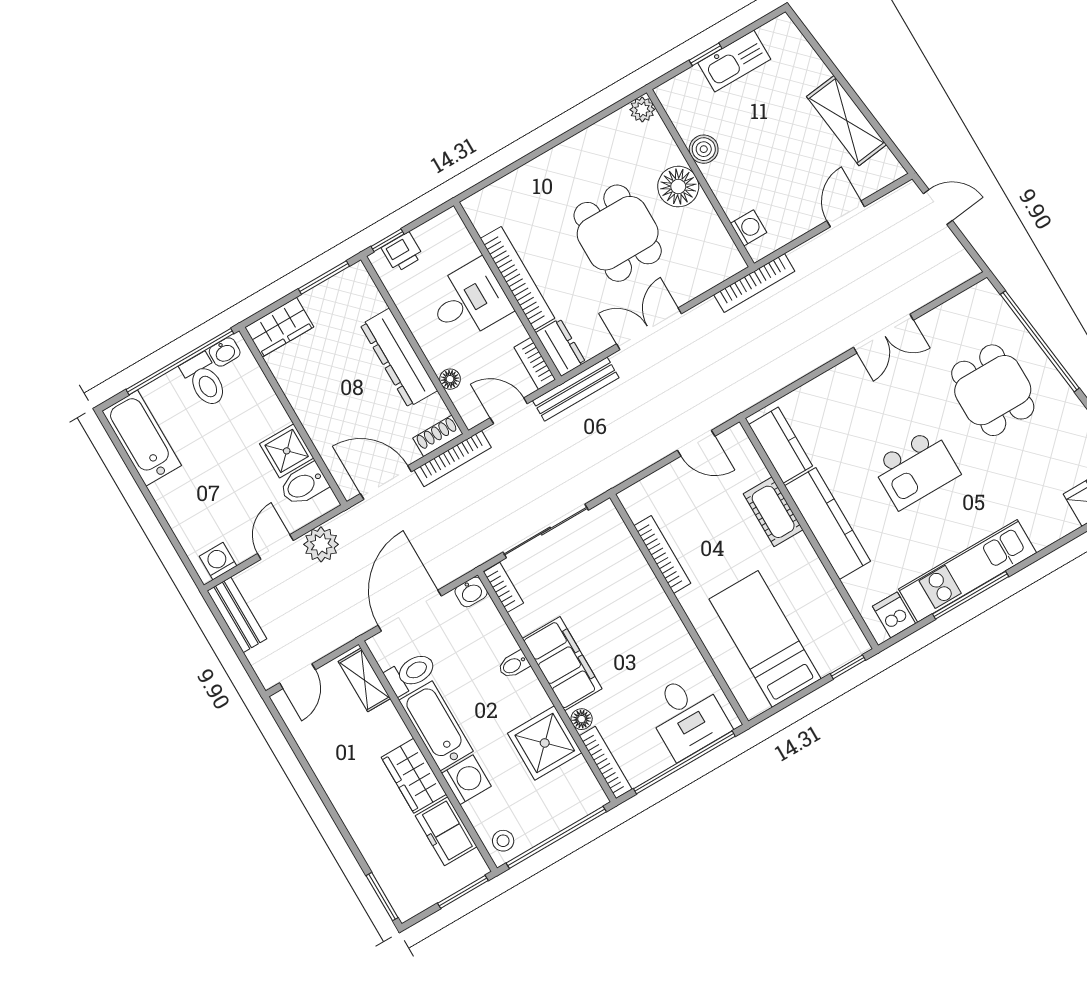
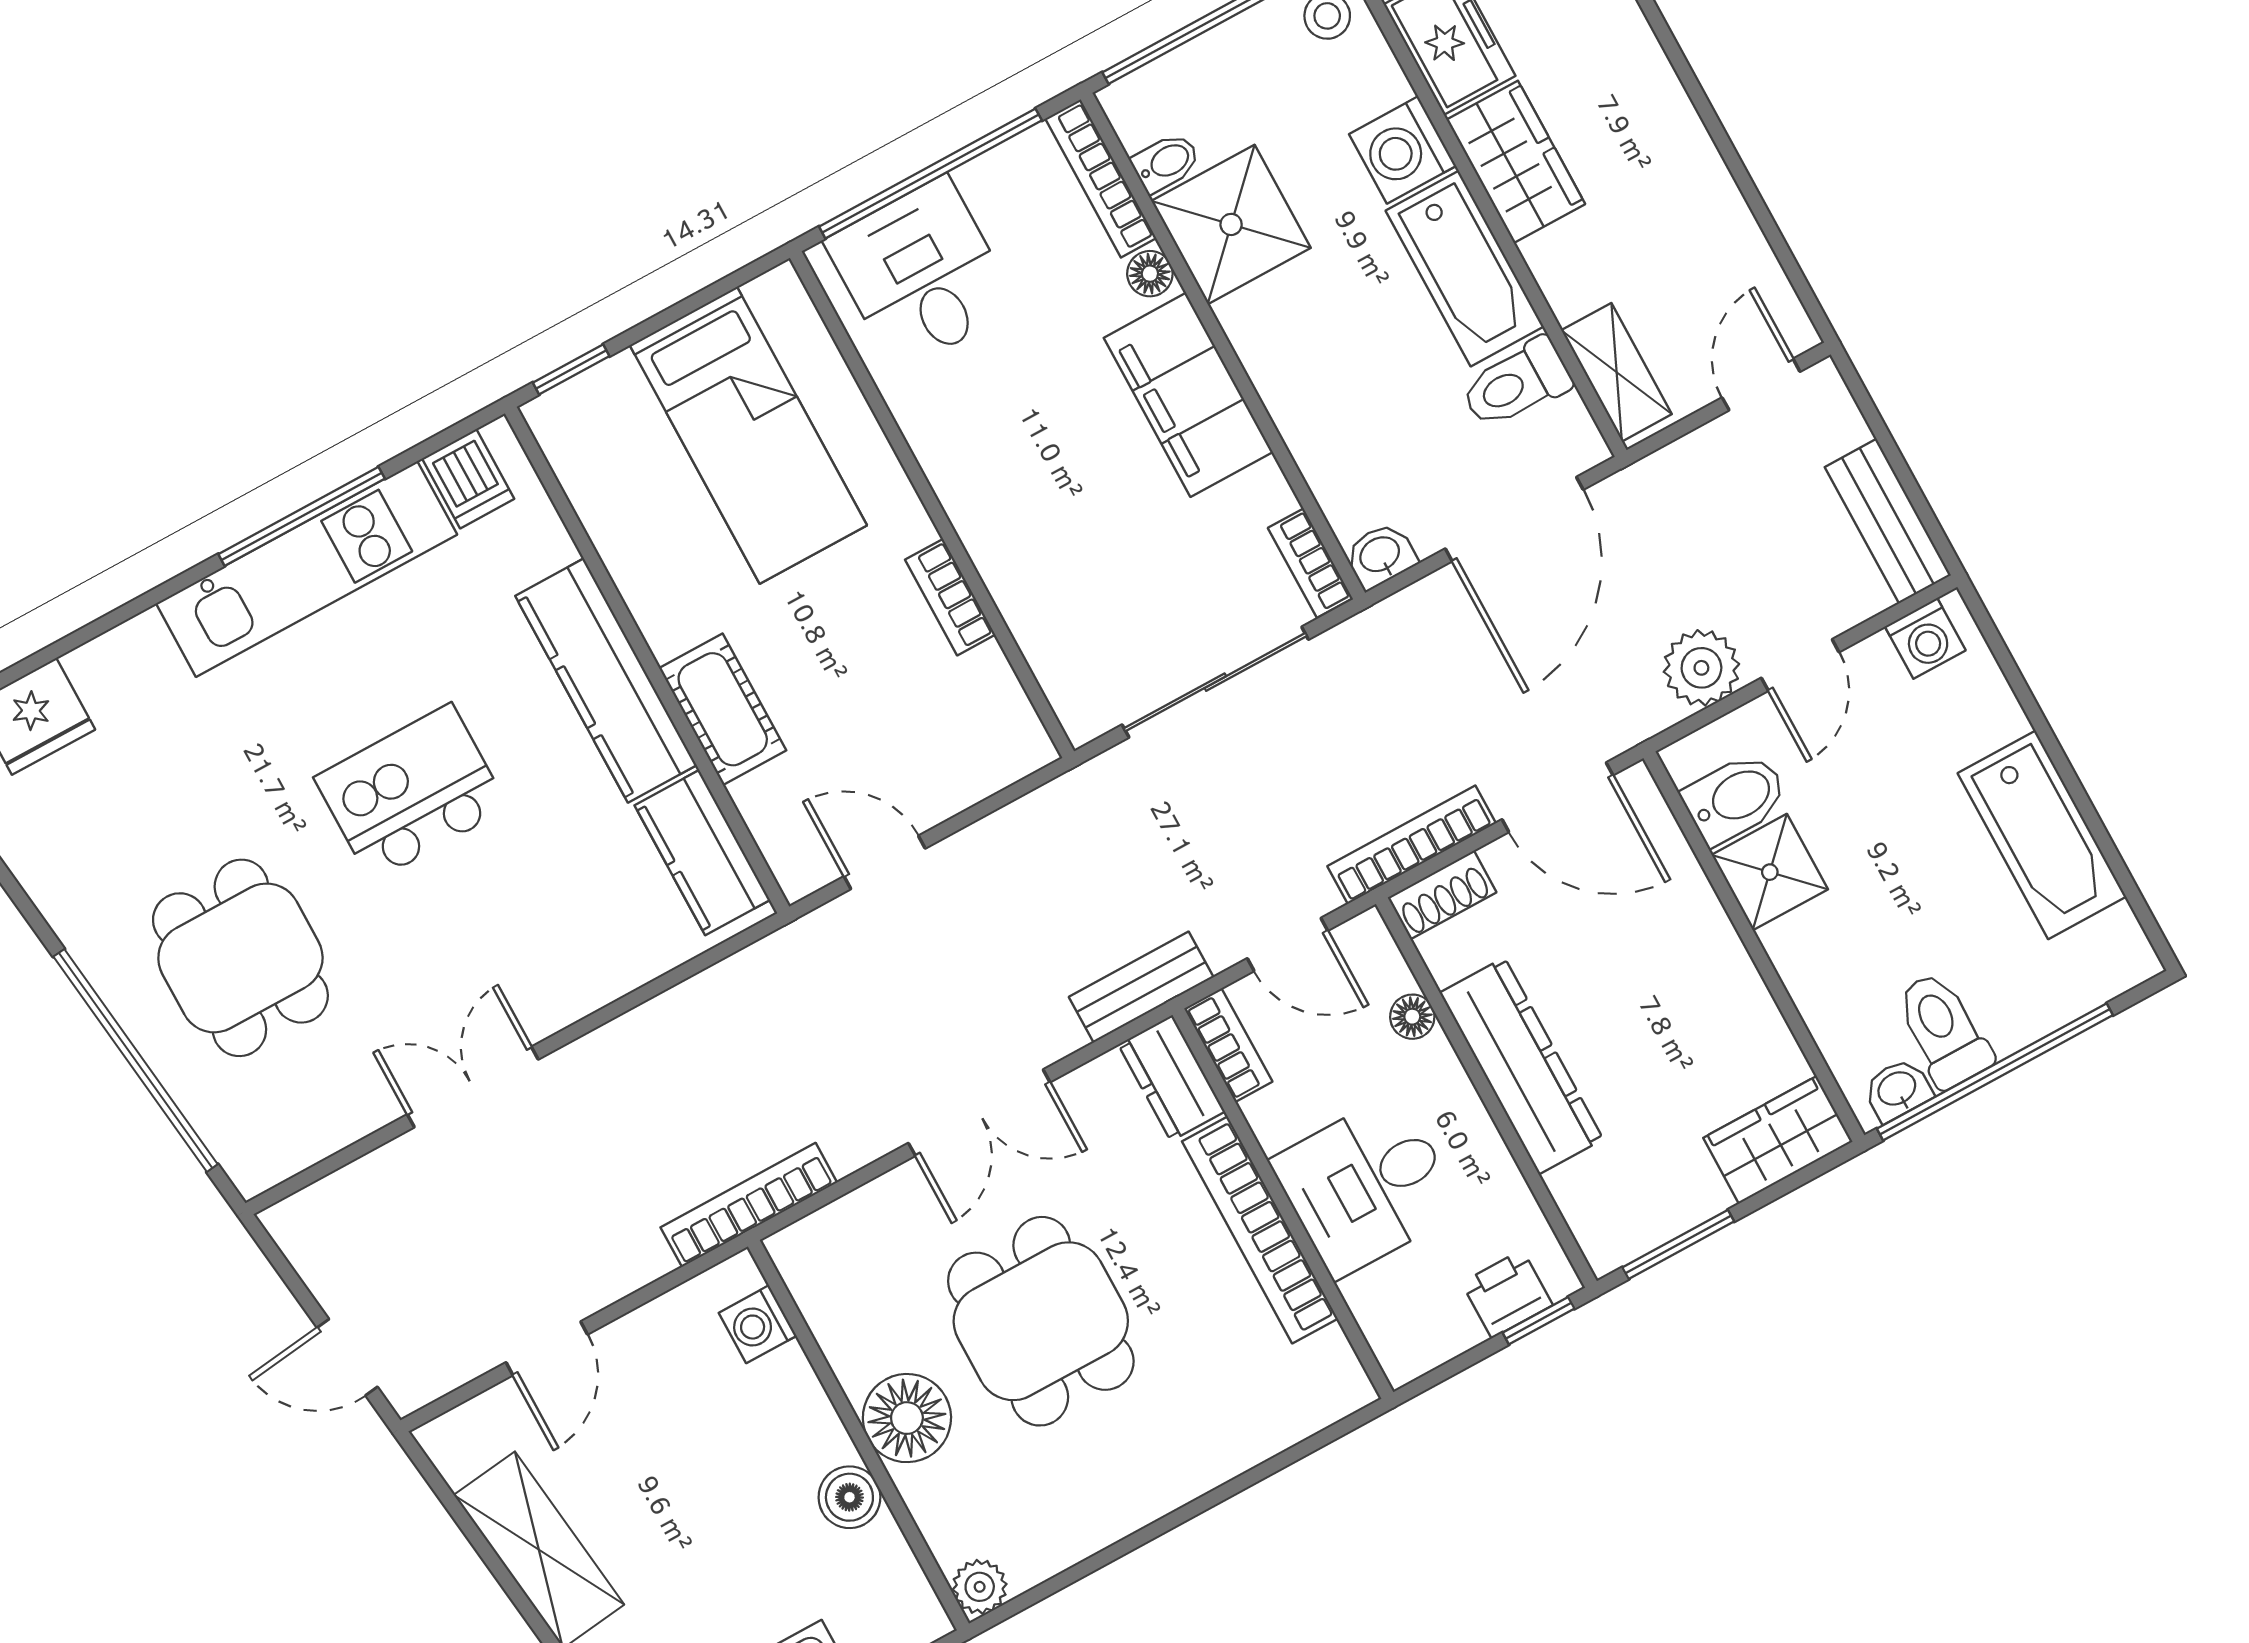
bench: (576, 389) -> (1141, 987), width x0.73
bathtub: (142, 438) -> (2042, 835), moved
bookcase: (662, 554) -> (950, 597), width x0.64
bidet: (514, 665) -> (1166, 163), moved

